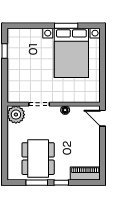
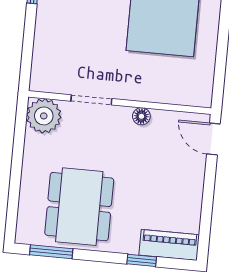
window: (37, 183) -> (51, 252), moved
window: (61, 183) -> (142, 260), moved

